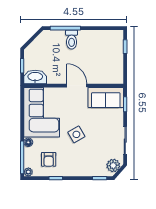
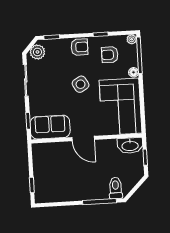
toilet: (72, 40) -> (116, 188), moved
armchair: (49, 159) -> (110, 55), turned -90
armchair: (75, 168) -> (79, 47), added

